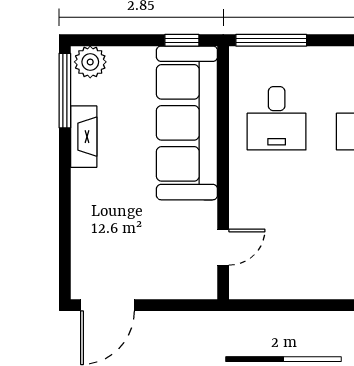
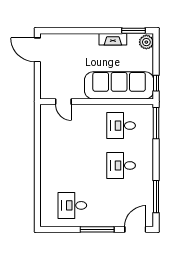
window: (65, 91) -> (134, 31), width x0.69

